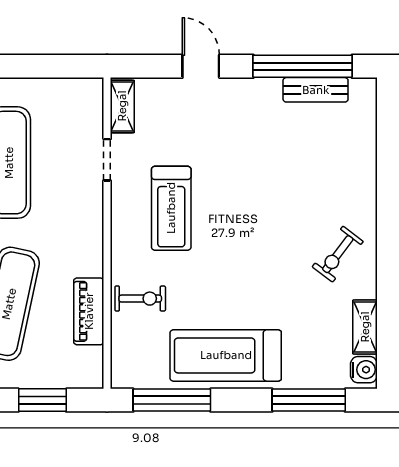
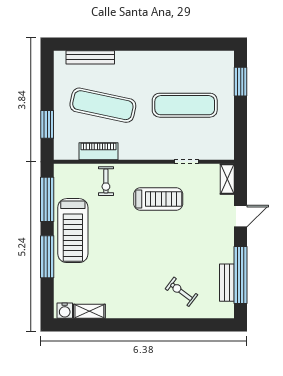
shelving: (122, 106) -> (227, 179), moved, turned 90
treadmill: (171, 208) -> (158, 199), turned 180
exercise bike: (338, 254) -> (181, 292), moved
treadmill: (226, 355) -> (73, 231), turned 180
window: (309, 400) -> (47, 257), moved

